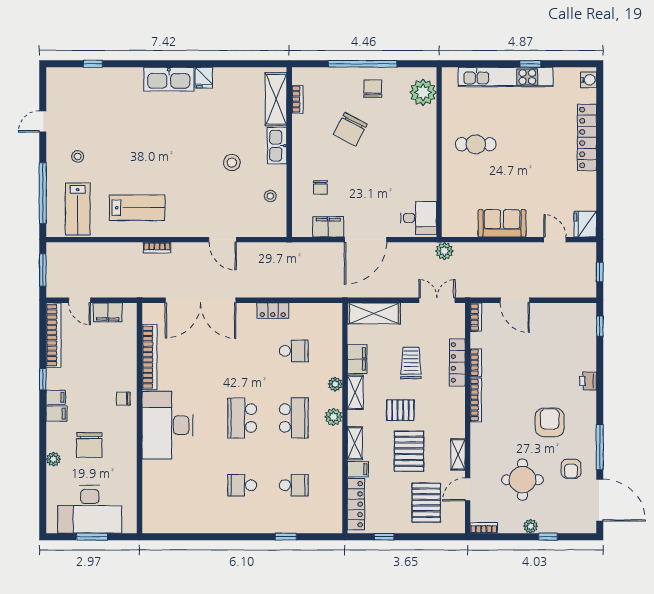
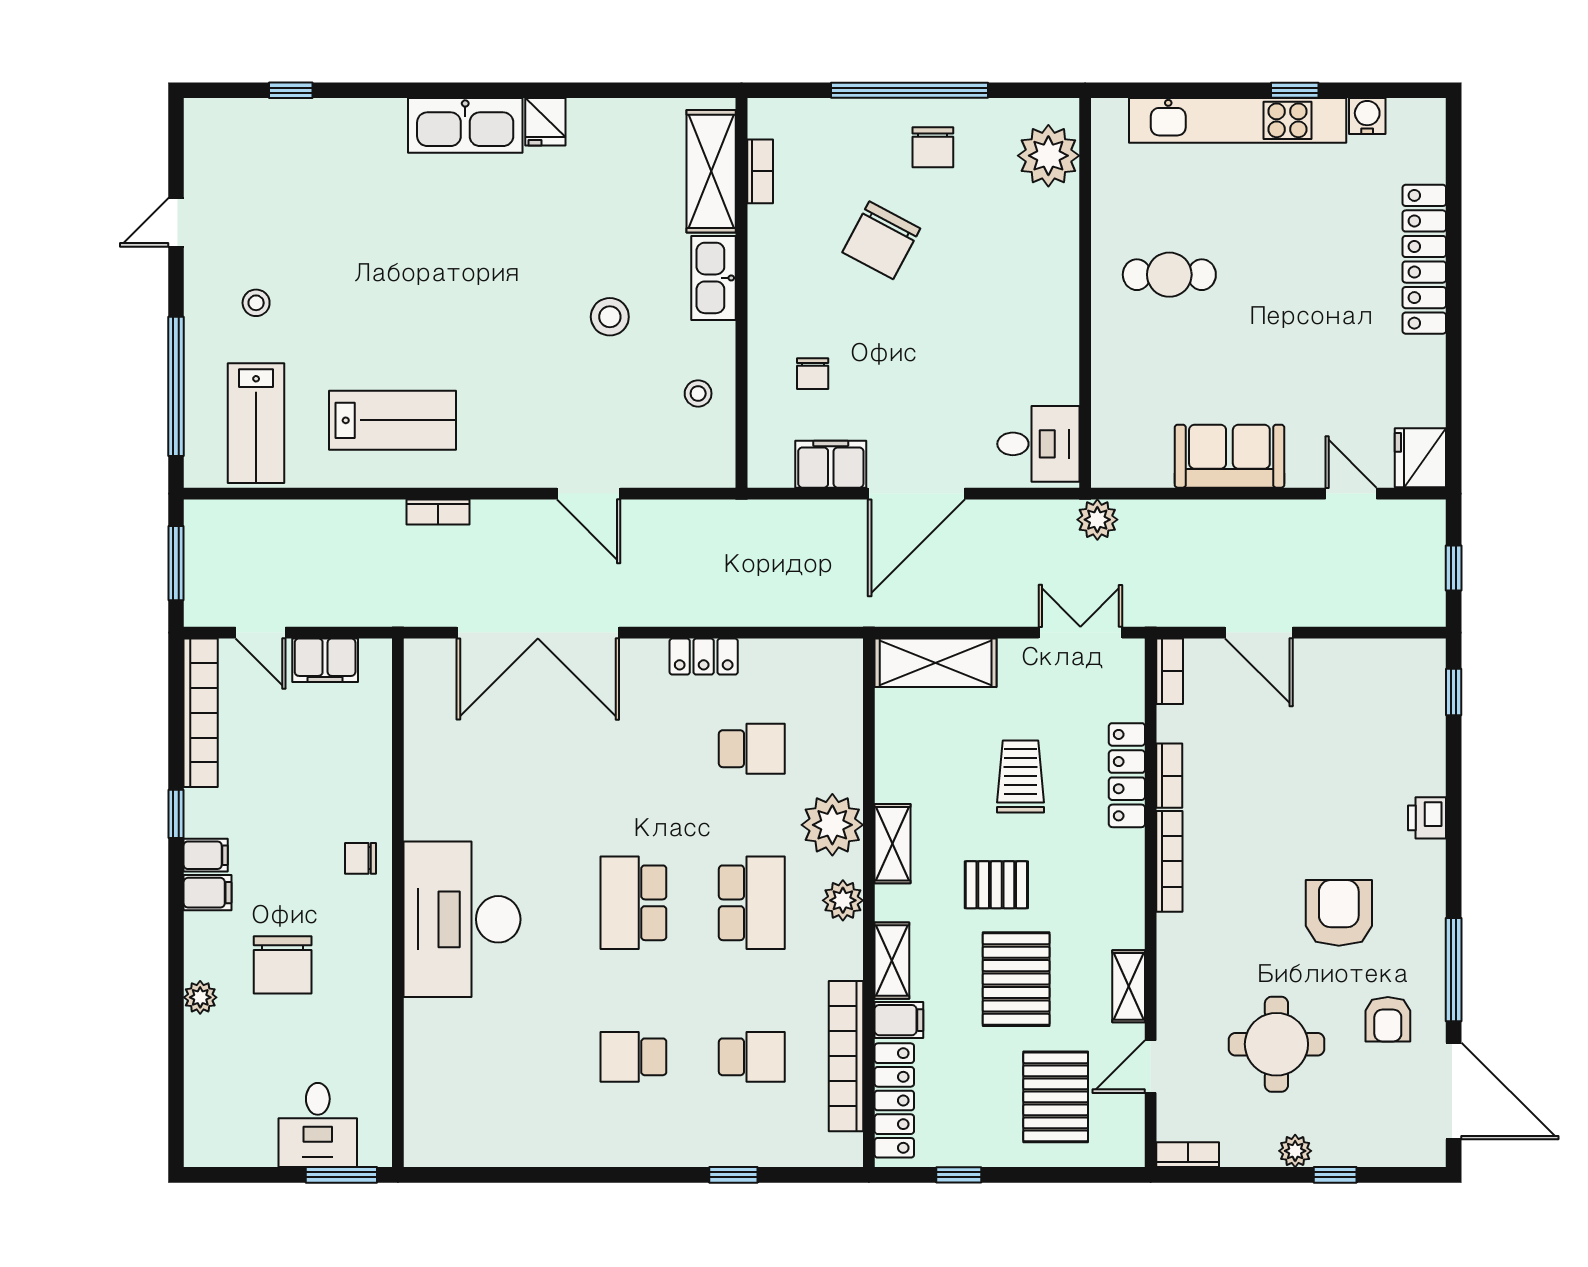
water cooler: (588, 80) -> (1367, 116), moved, turned -90
chair: (373, 89) -> (933, 147), turned 180
bookcase: (149, 357) -> (846, 1056), moved, turned 180
filing cabinet: (357, 359) -> (897, 767), removed
plant: (335, 384) -> (832, 825), width x1.88, depth x1.88
desk: (90, 509) -> (318, 1125), width x0.53, depth x0.77
window: (92, 537) -> (341, 1175), moved

